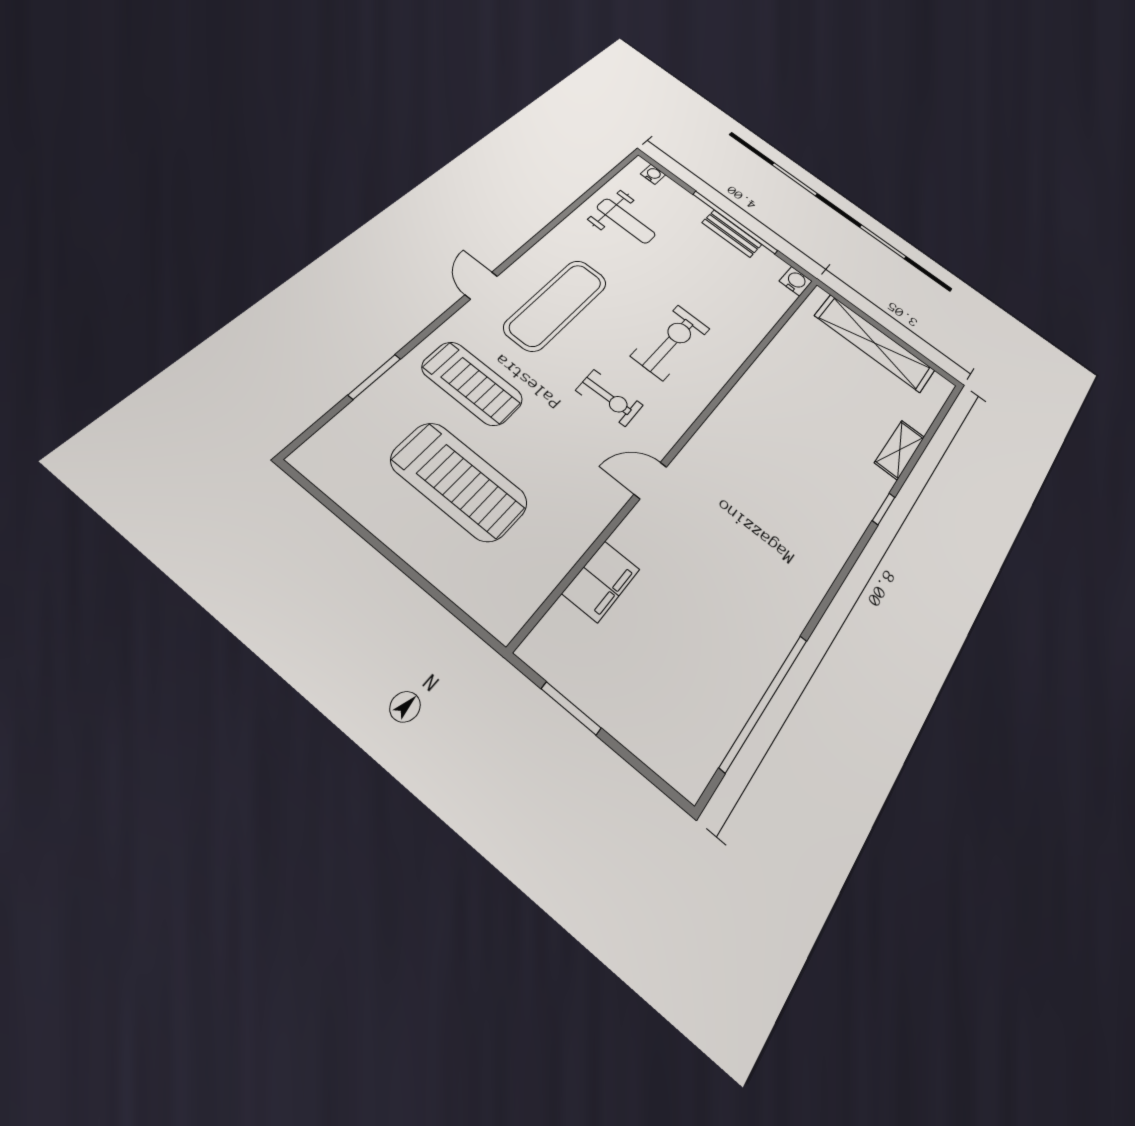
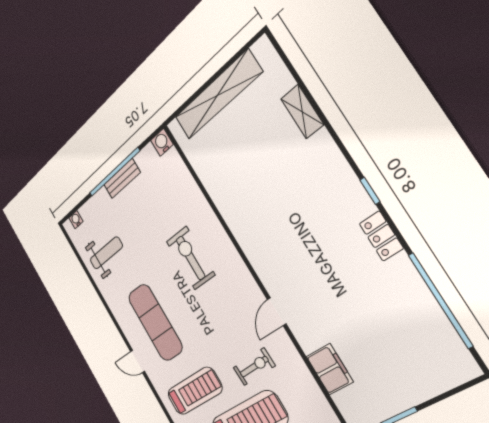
exercise bike: (609, 398) -> (254, 367), moved
window: (884, 509) -> (370, 191), moved
locker: (808, 593) -> (381, 236), added

